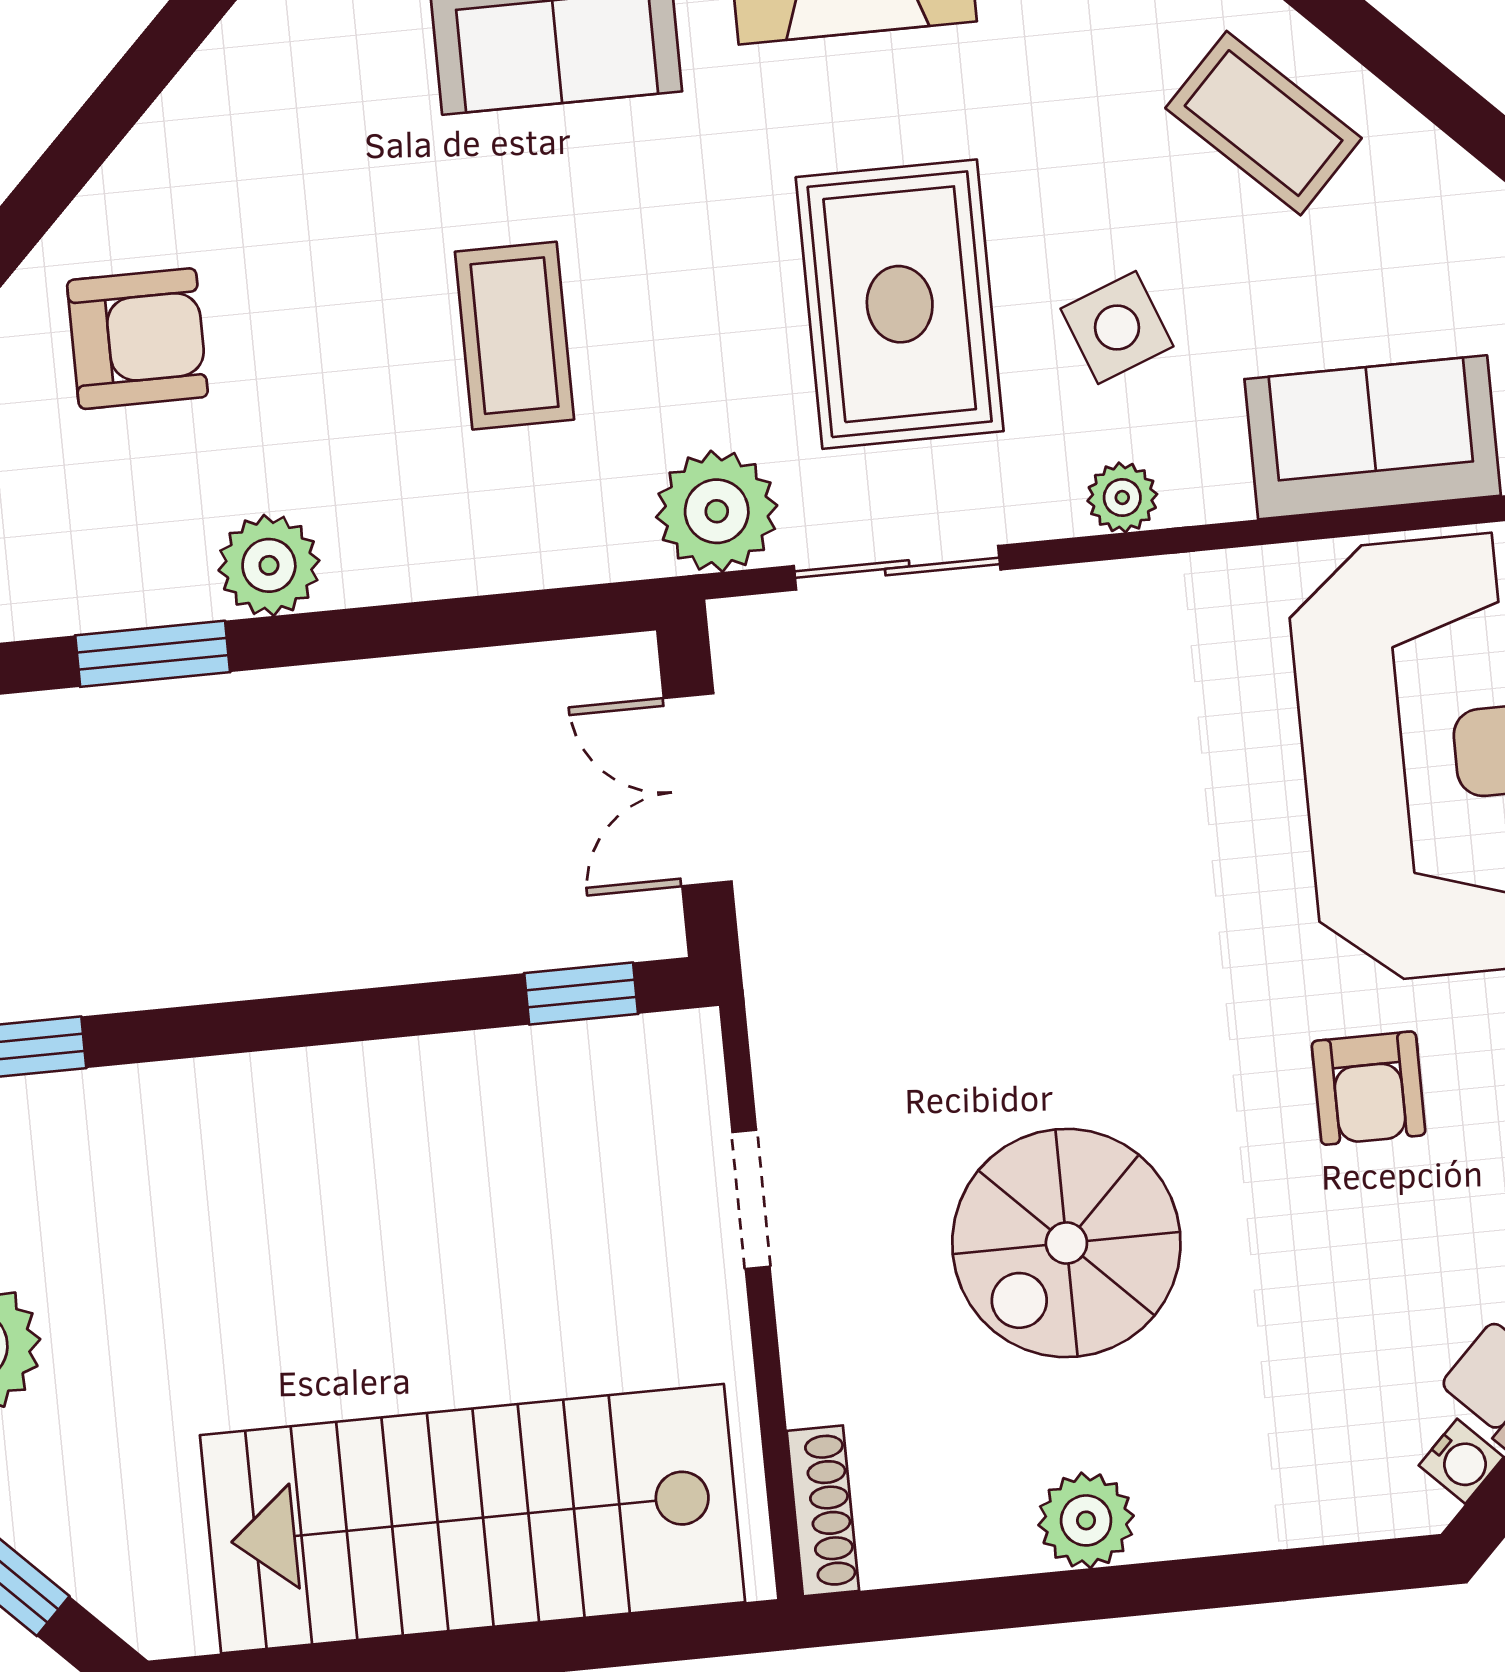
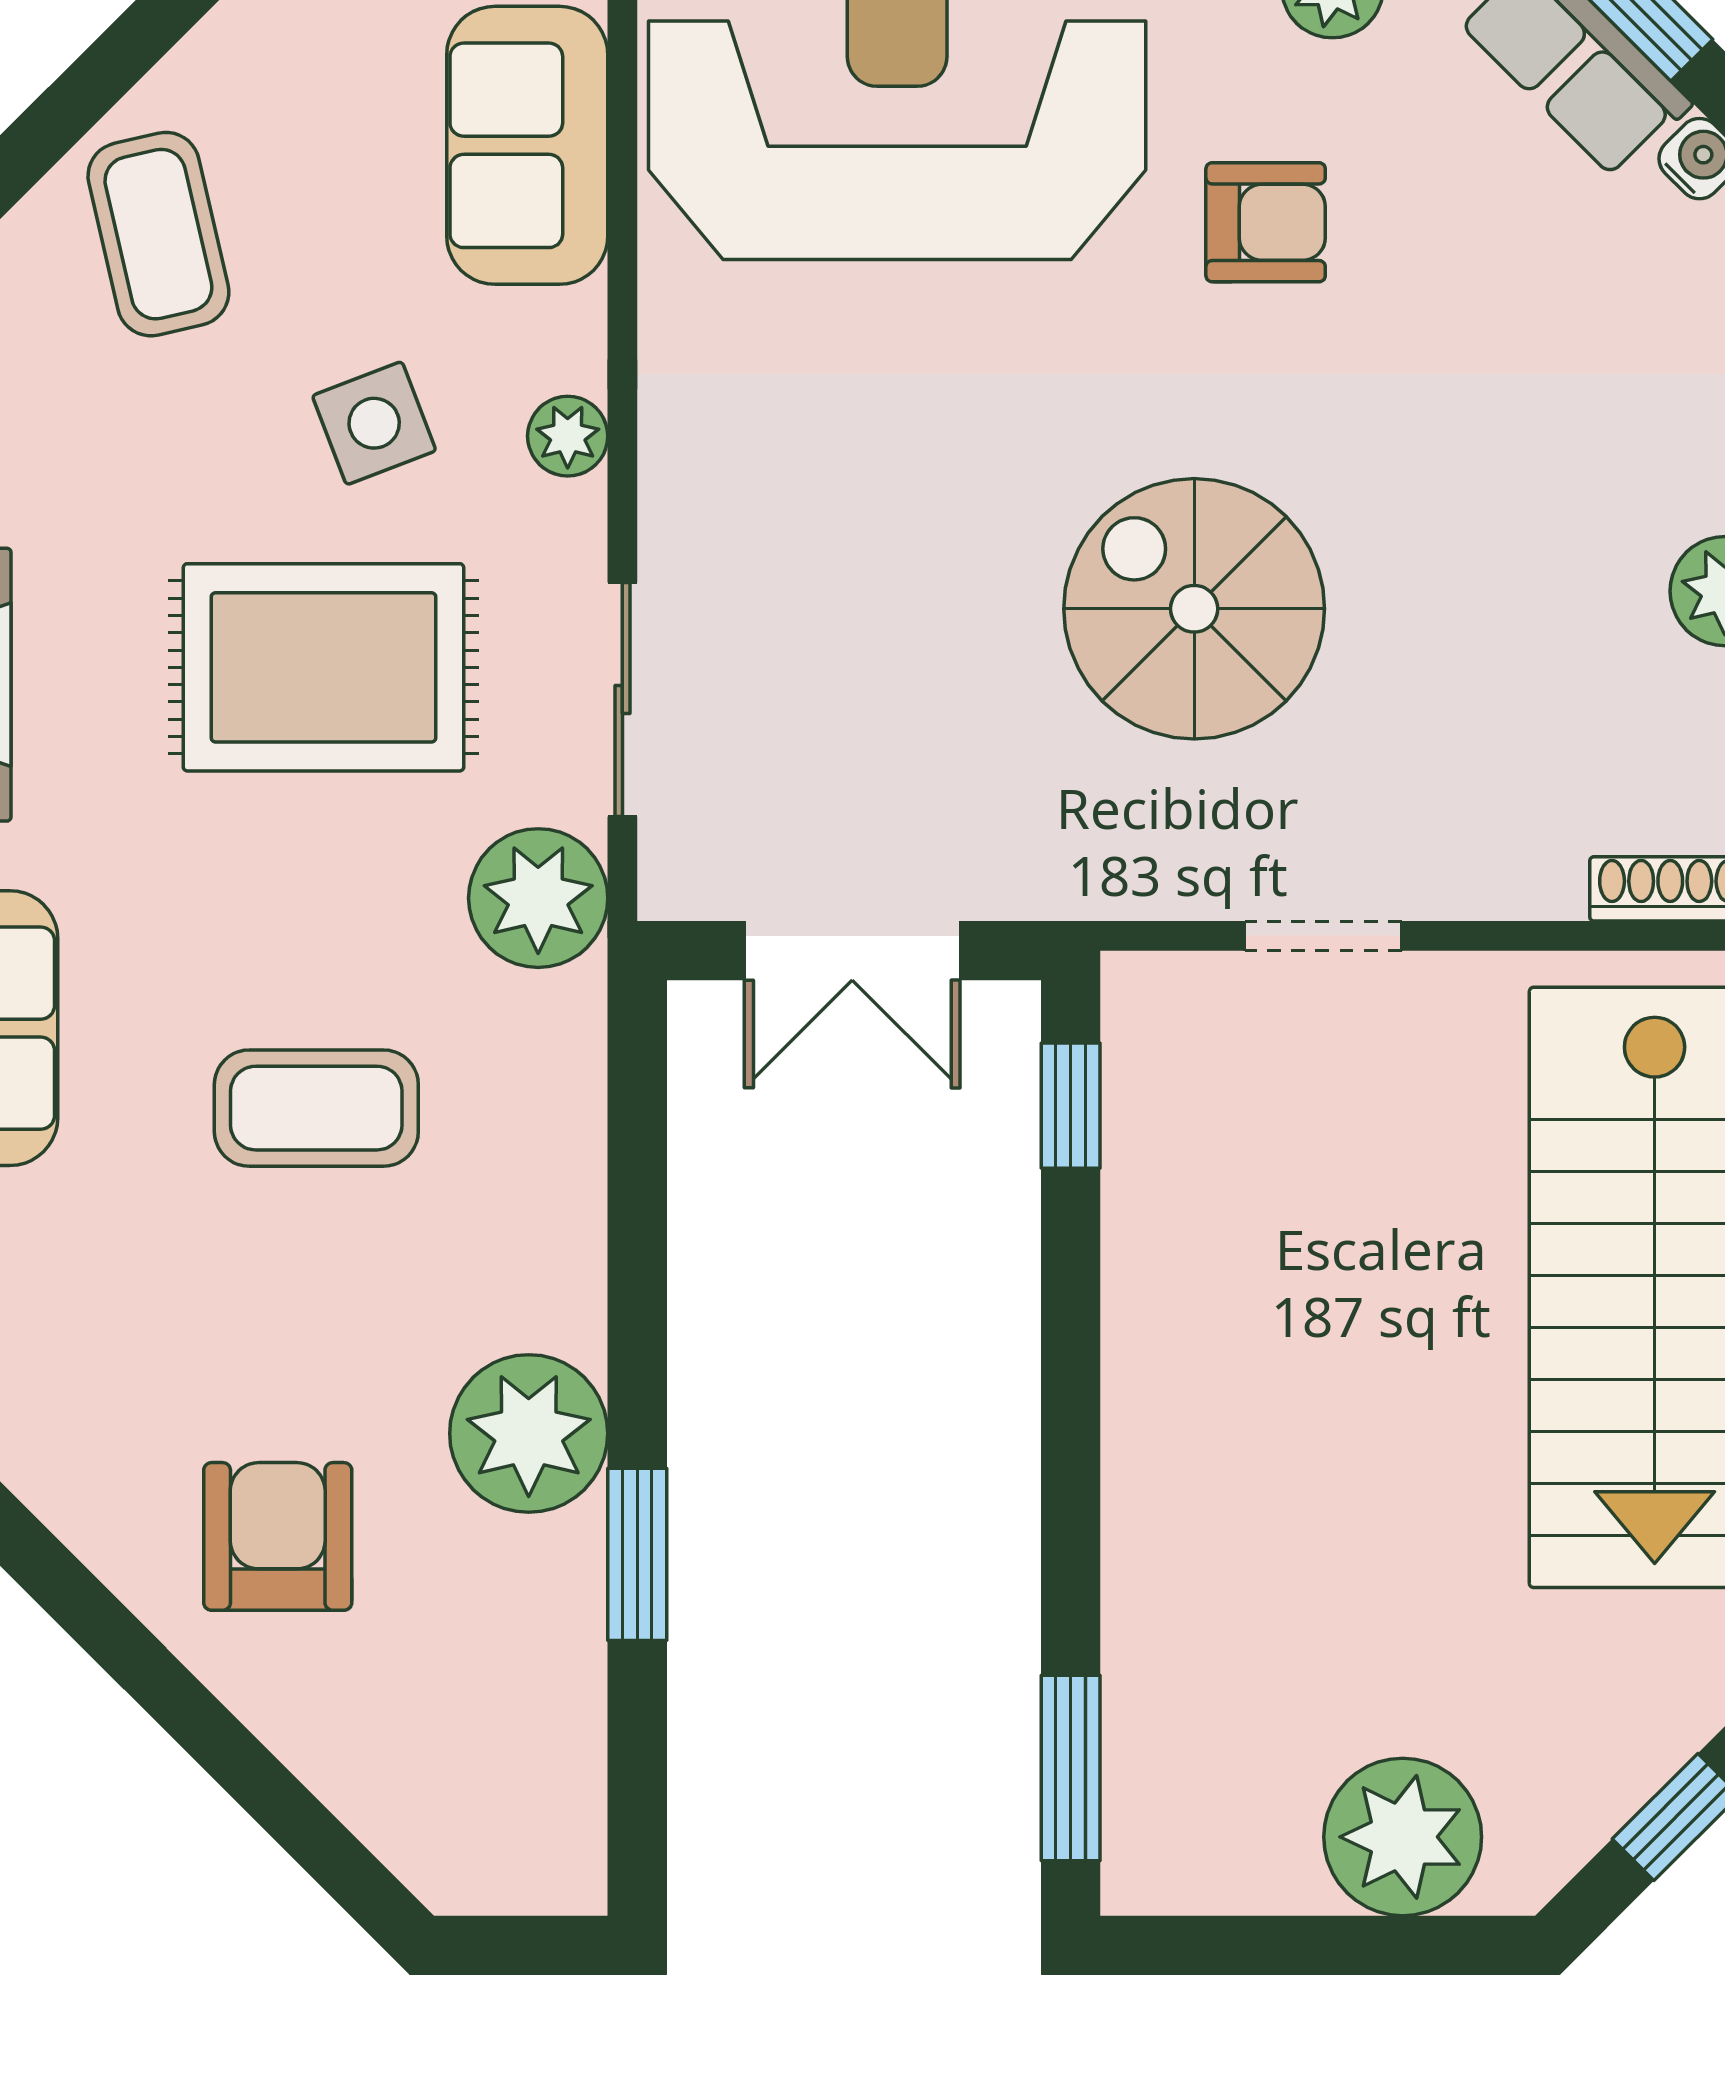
coffee table: (1264, 123) -> (158, 234), turned -57
plant: (269, 565) -> (529, 1433), width x1.36, depth x1.36
spiral stairs: (1066, 1243) -> (1194, 609), moved, turned 180

